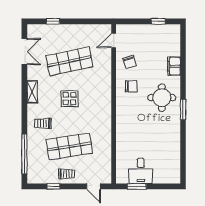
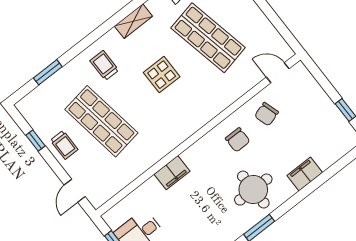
filing cabinet: (122, 131) -> (172, 173), added
window: (24, 154) -> (48, 72), width x0.47

